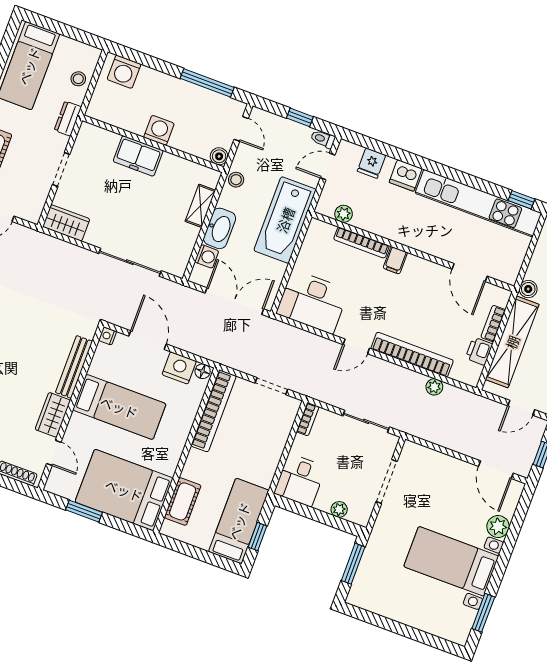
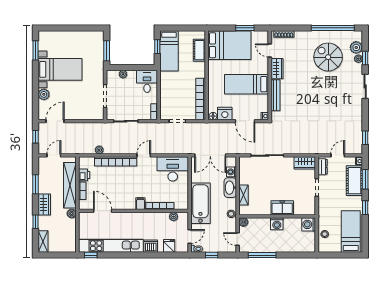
washing machine: (124, 72) -> (309, 224), moved, turned -90
dresser: (68, 119) -> (323, 167), moved
door: (496, 470) -> (55, 121), hinge flipped

